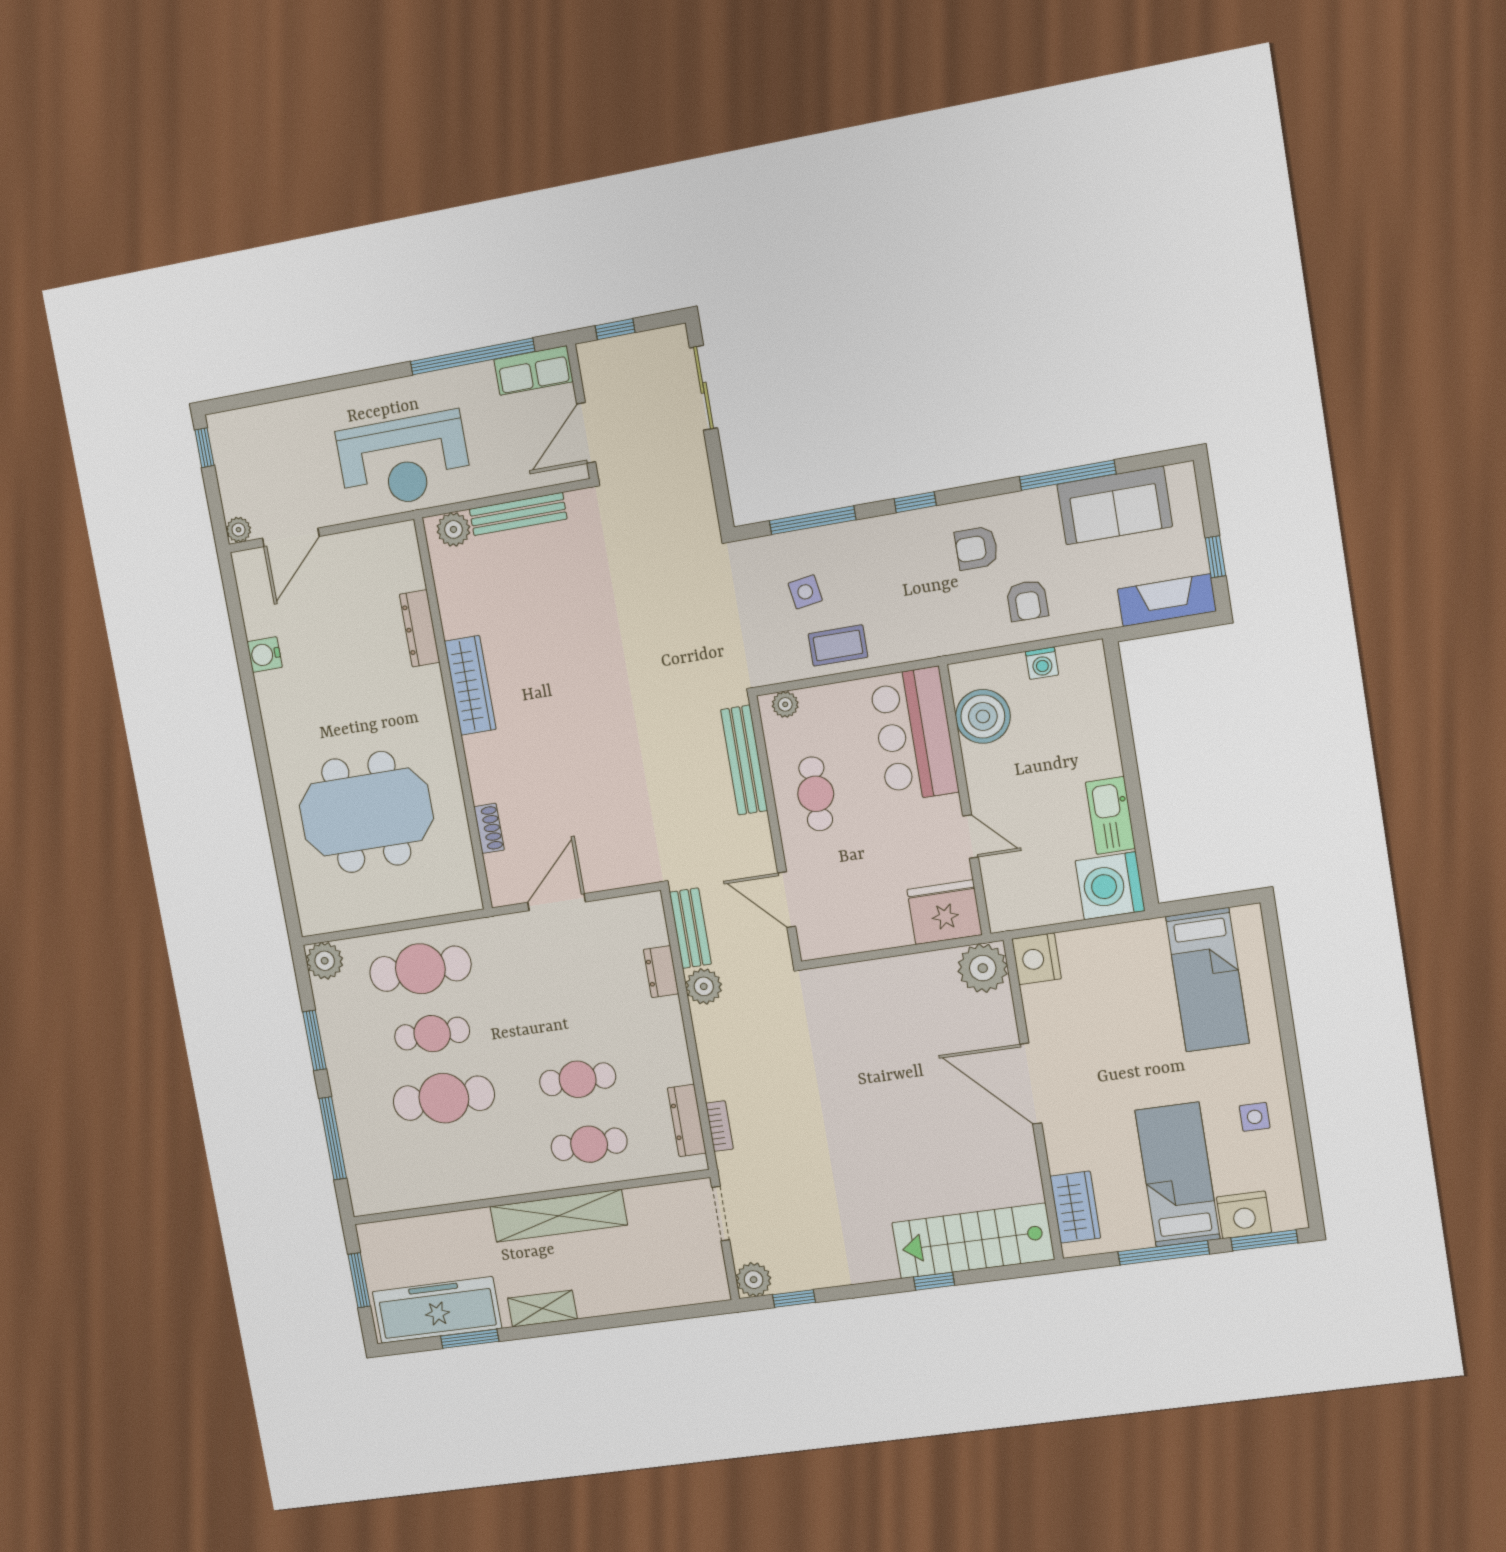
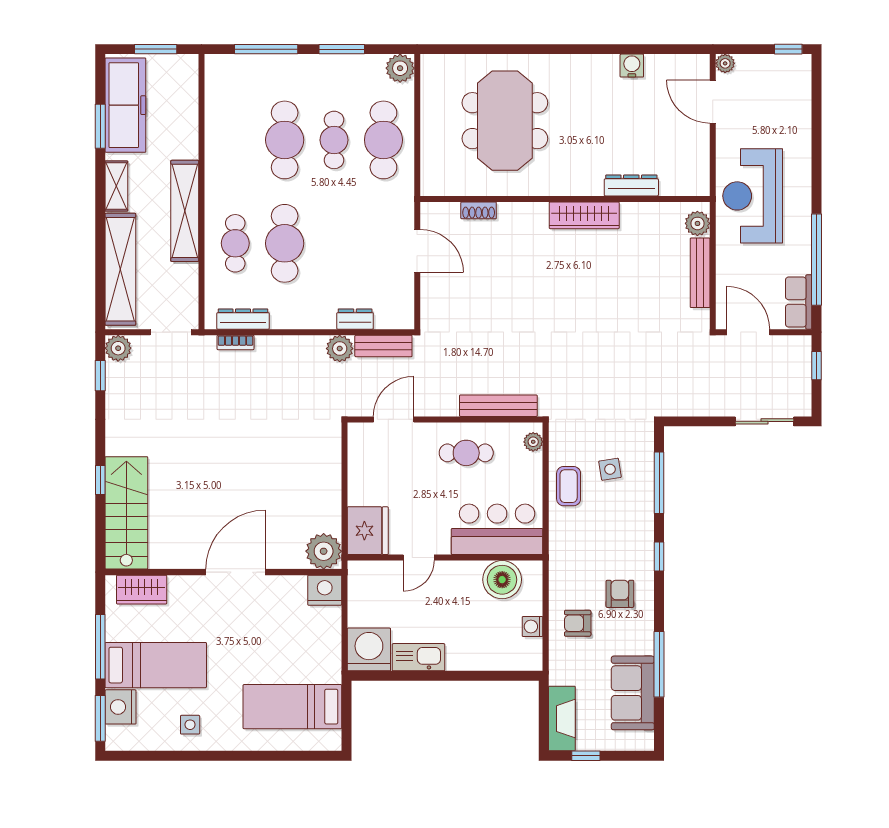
cafe table: (578, 1079) -> (285, 243), width x1.37, depth x1.35
shelving: (649, 1290) -> (120, 269), added

